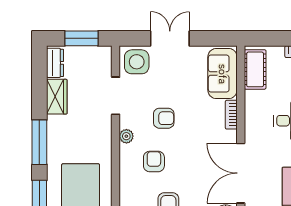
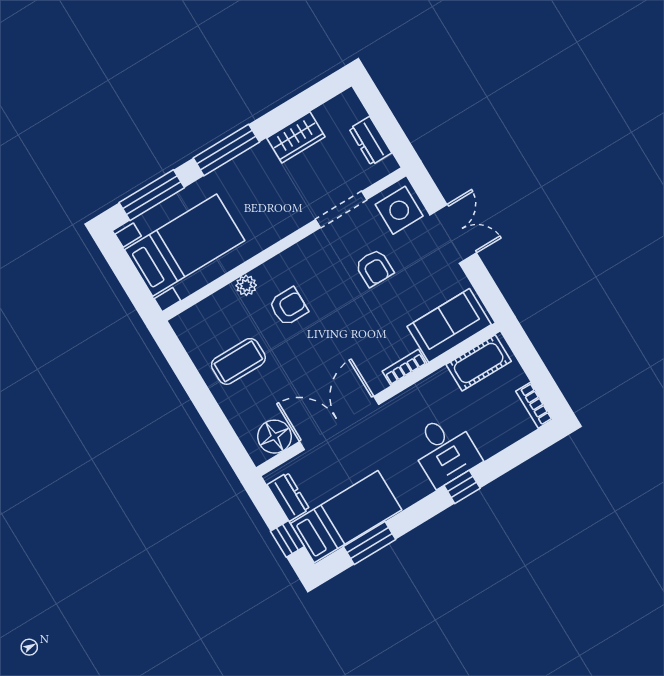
window: (81, 38) -> (387, 124), removed
dresser: (55, 63) -> (370, 141), moved, turned 90
armchair: (164, 118) -> (374, 268), moved
plant: (126, 136) -> (246, 285), moved

